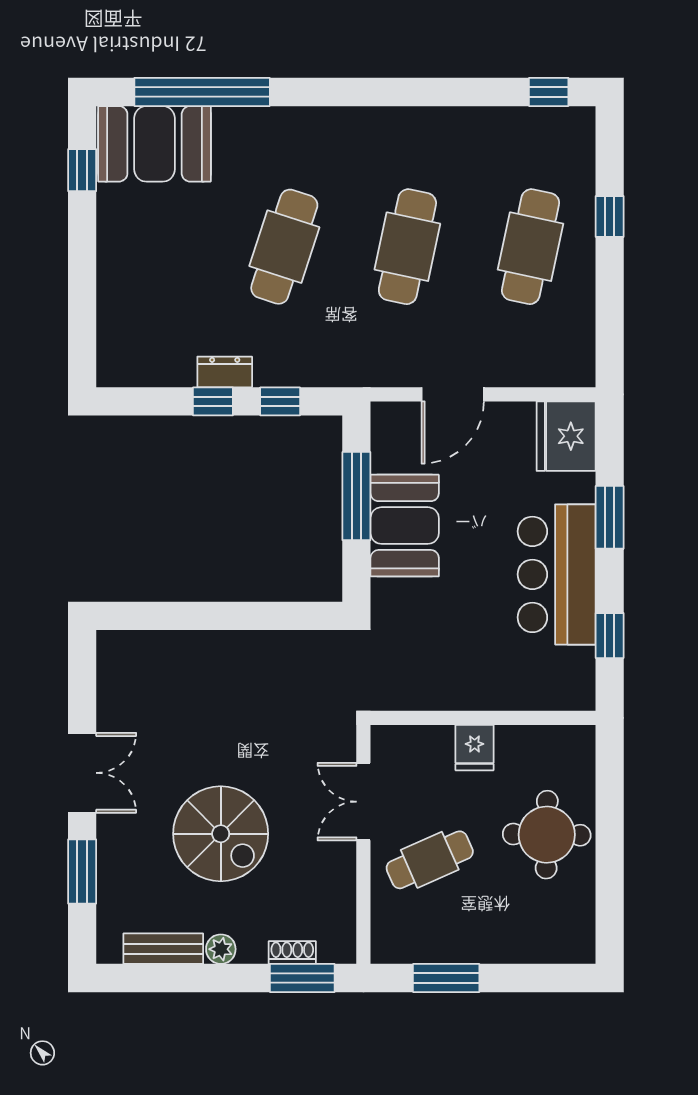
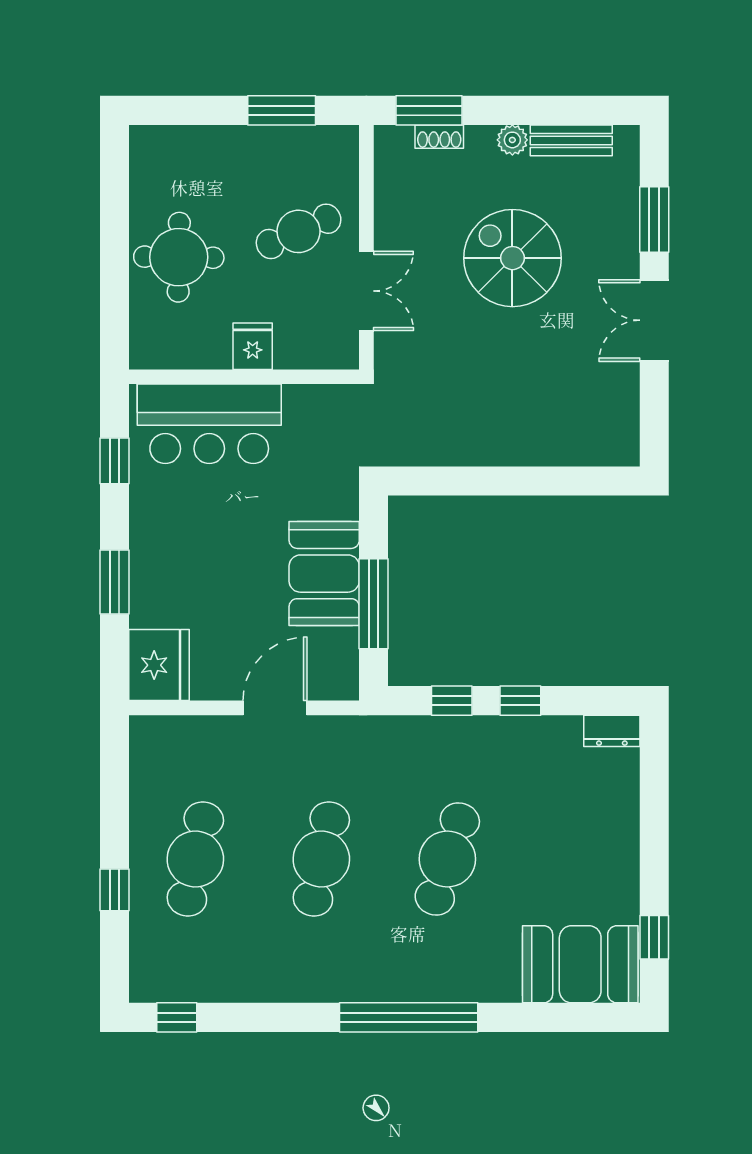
window: (202, 92) -> (409, 1017), moved
dresser: (225, 372) -> (612, 731), moved
bar counter: (557, 574) -> (209, 424), moved, turned 90

